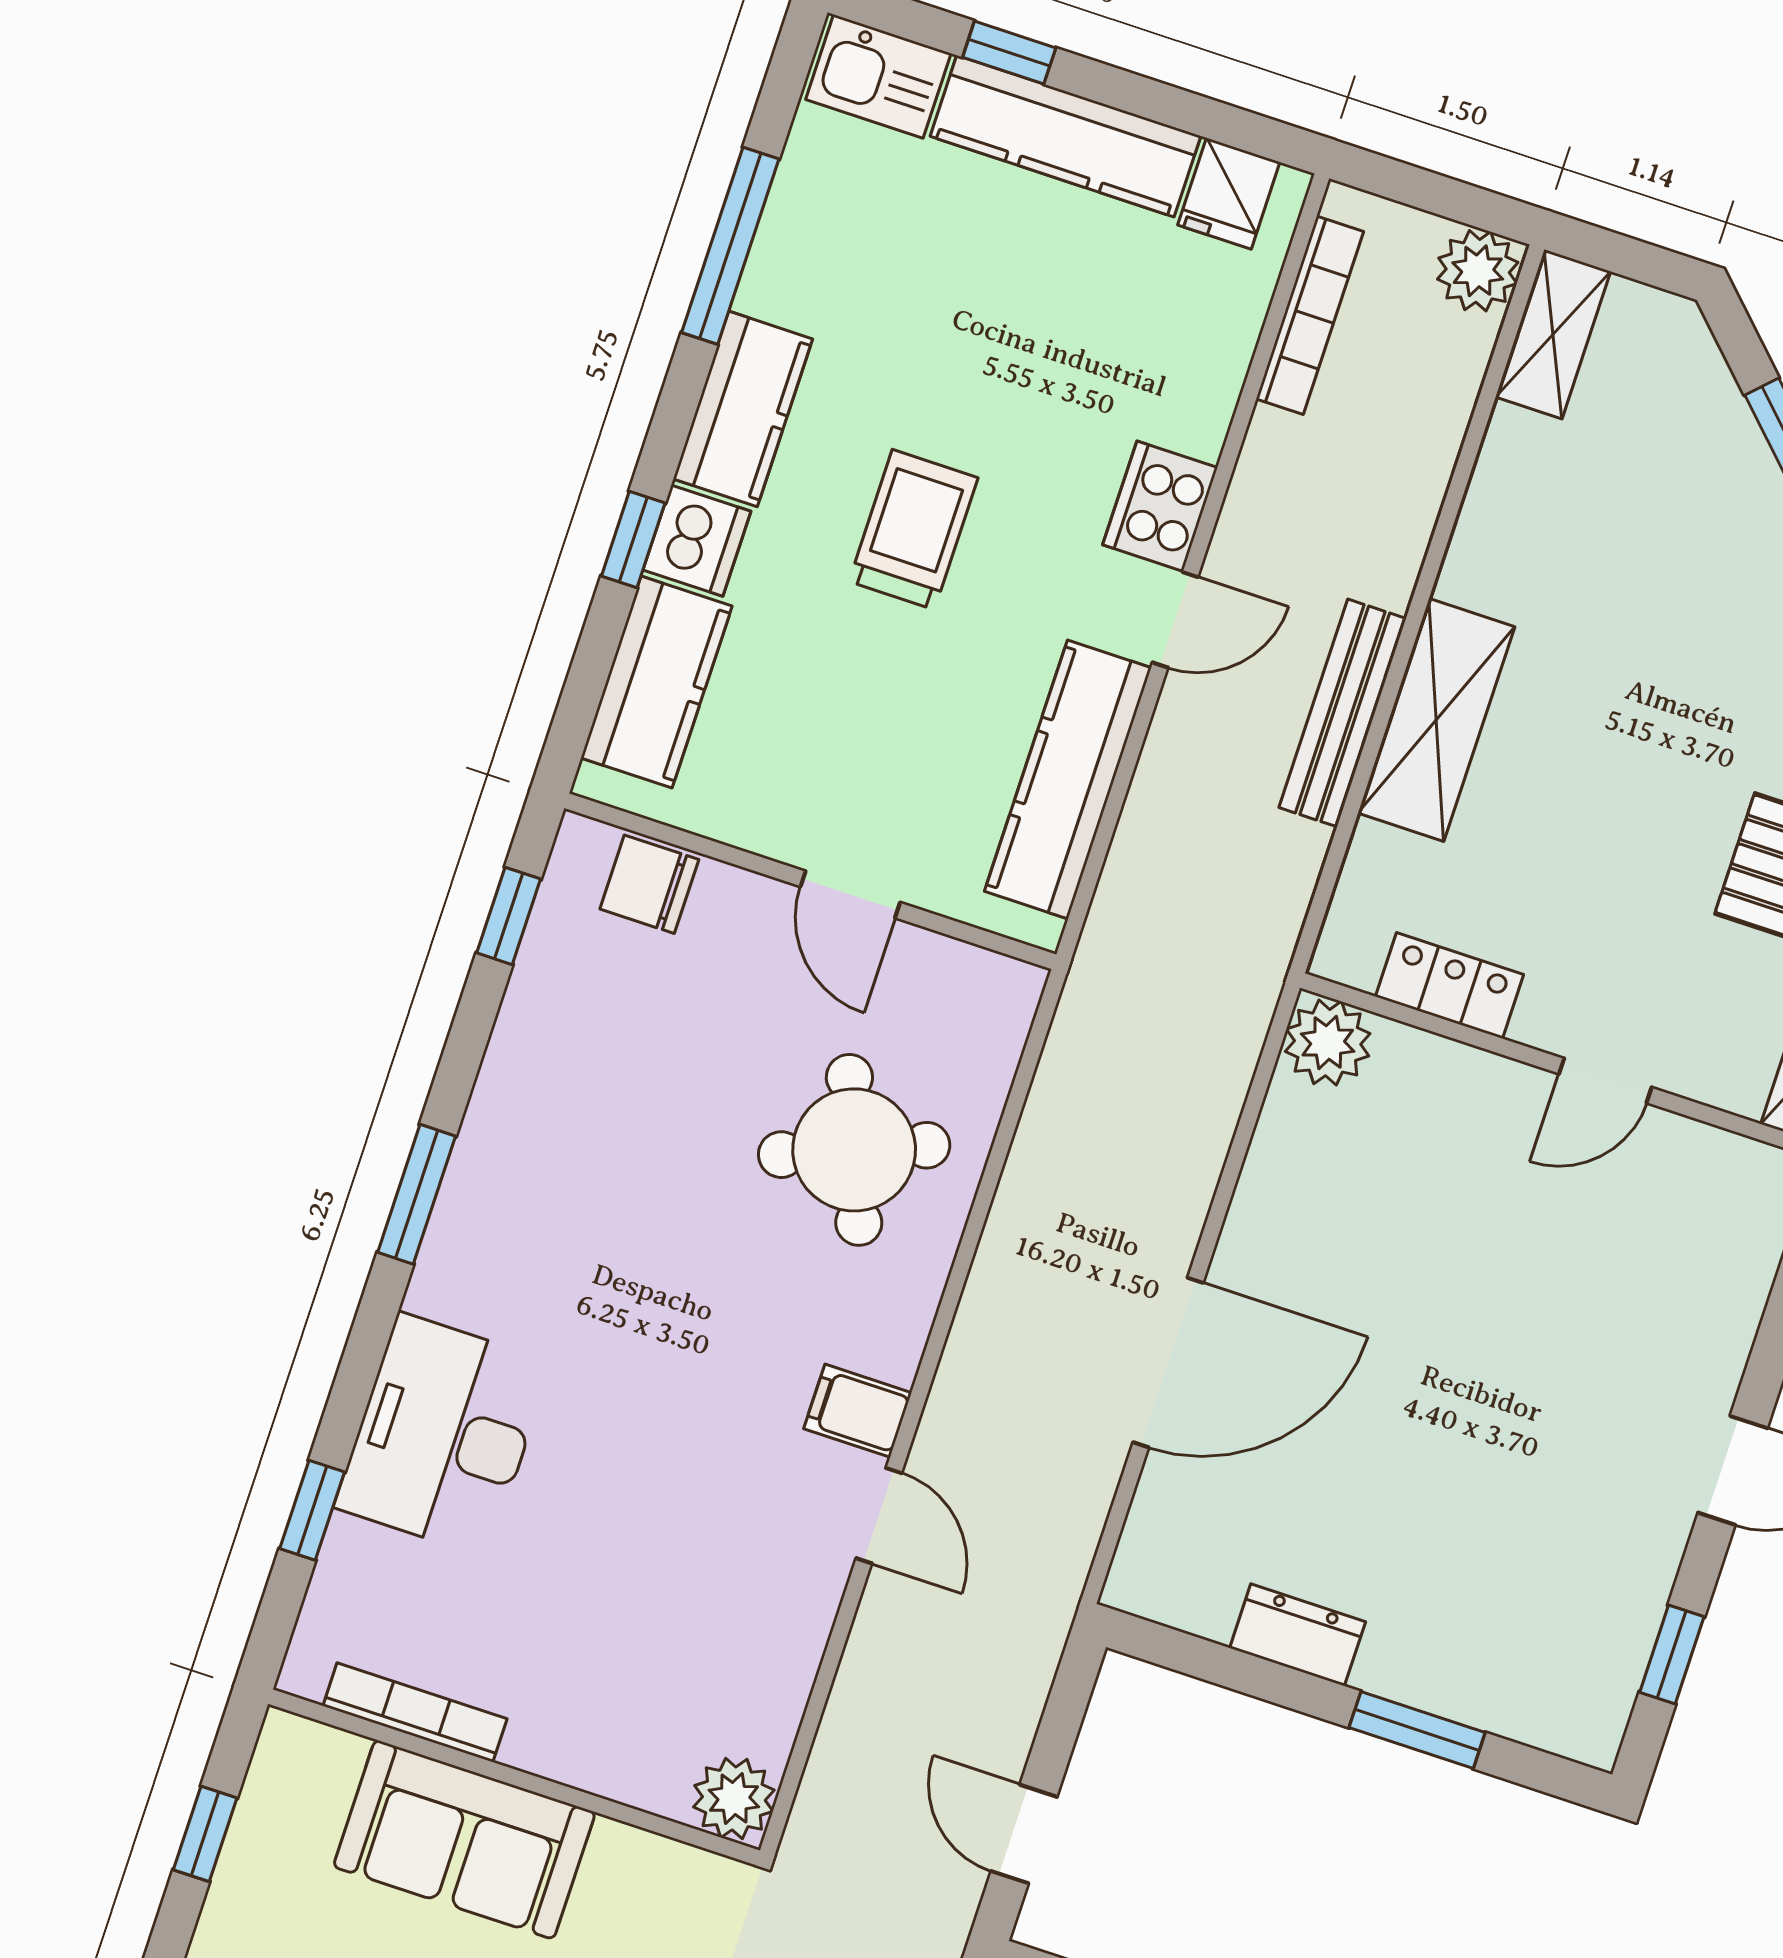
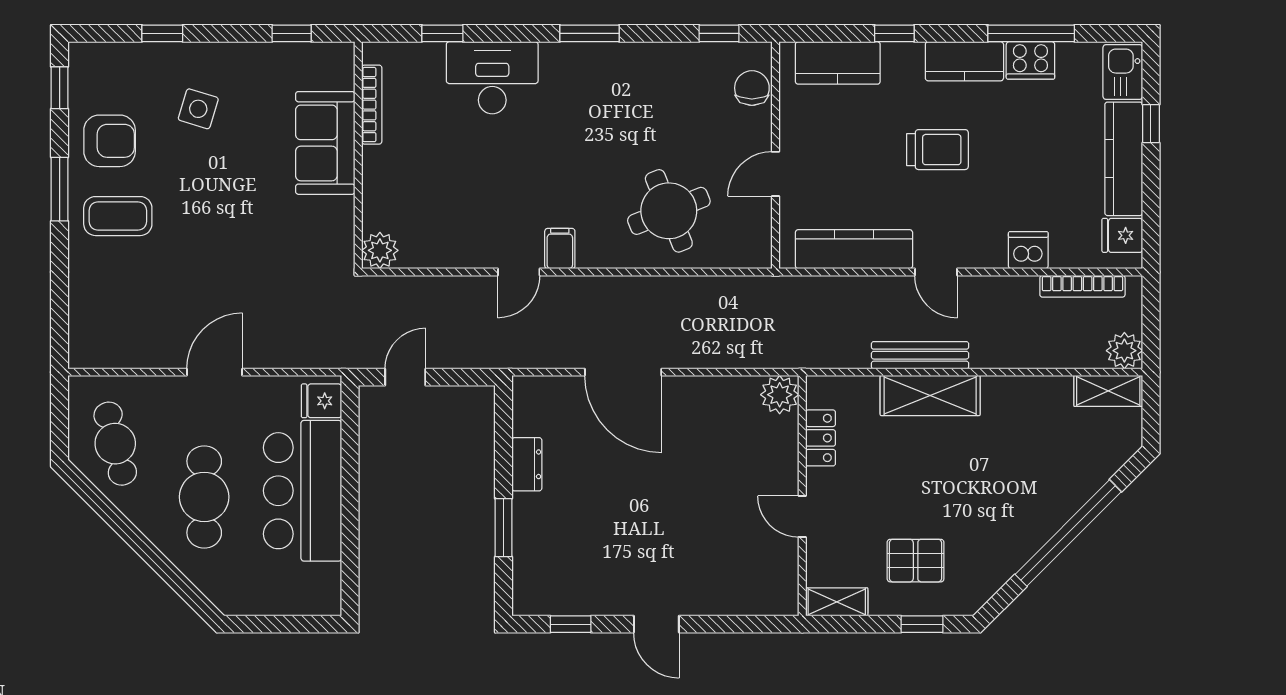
cooker: (1160, 506) -> (1030, 60), moved, turned 180
dishwasher: (697, 541) -> (1028, 250), moved, turned 180

